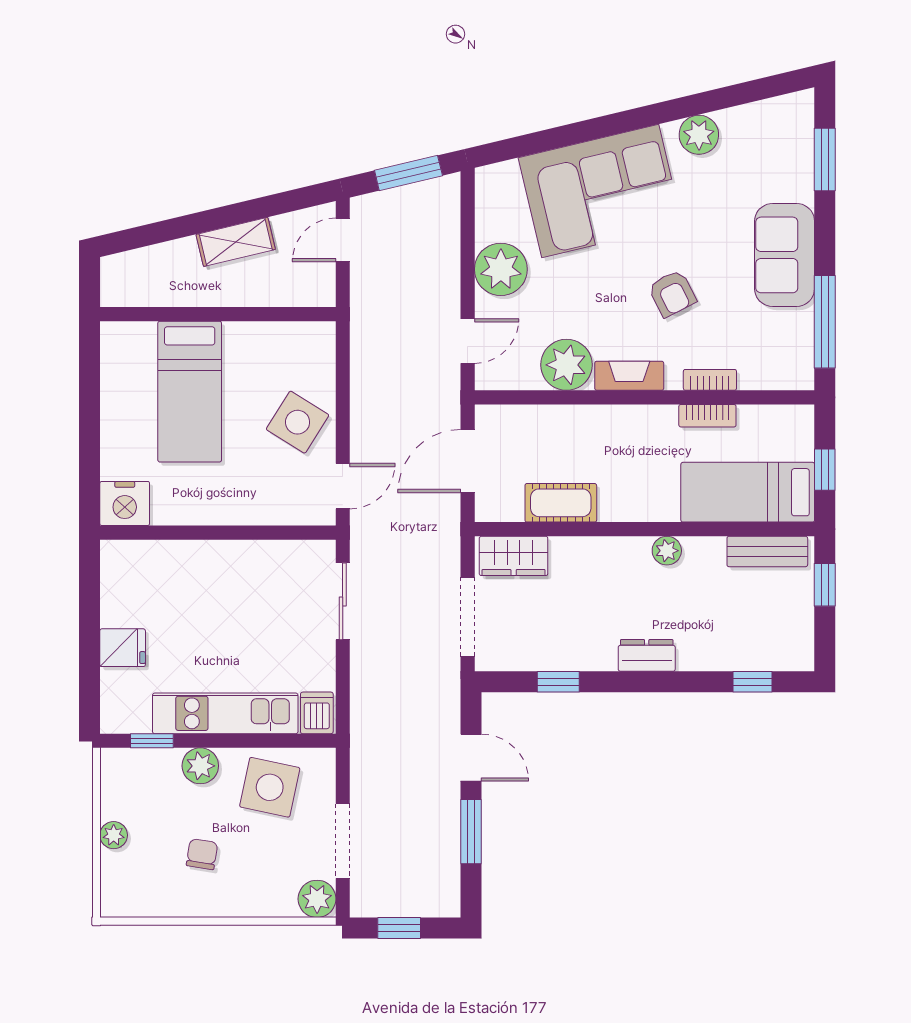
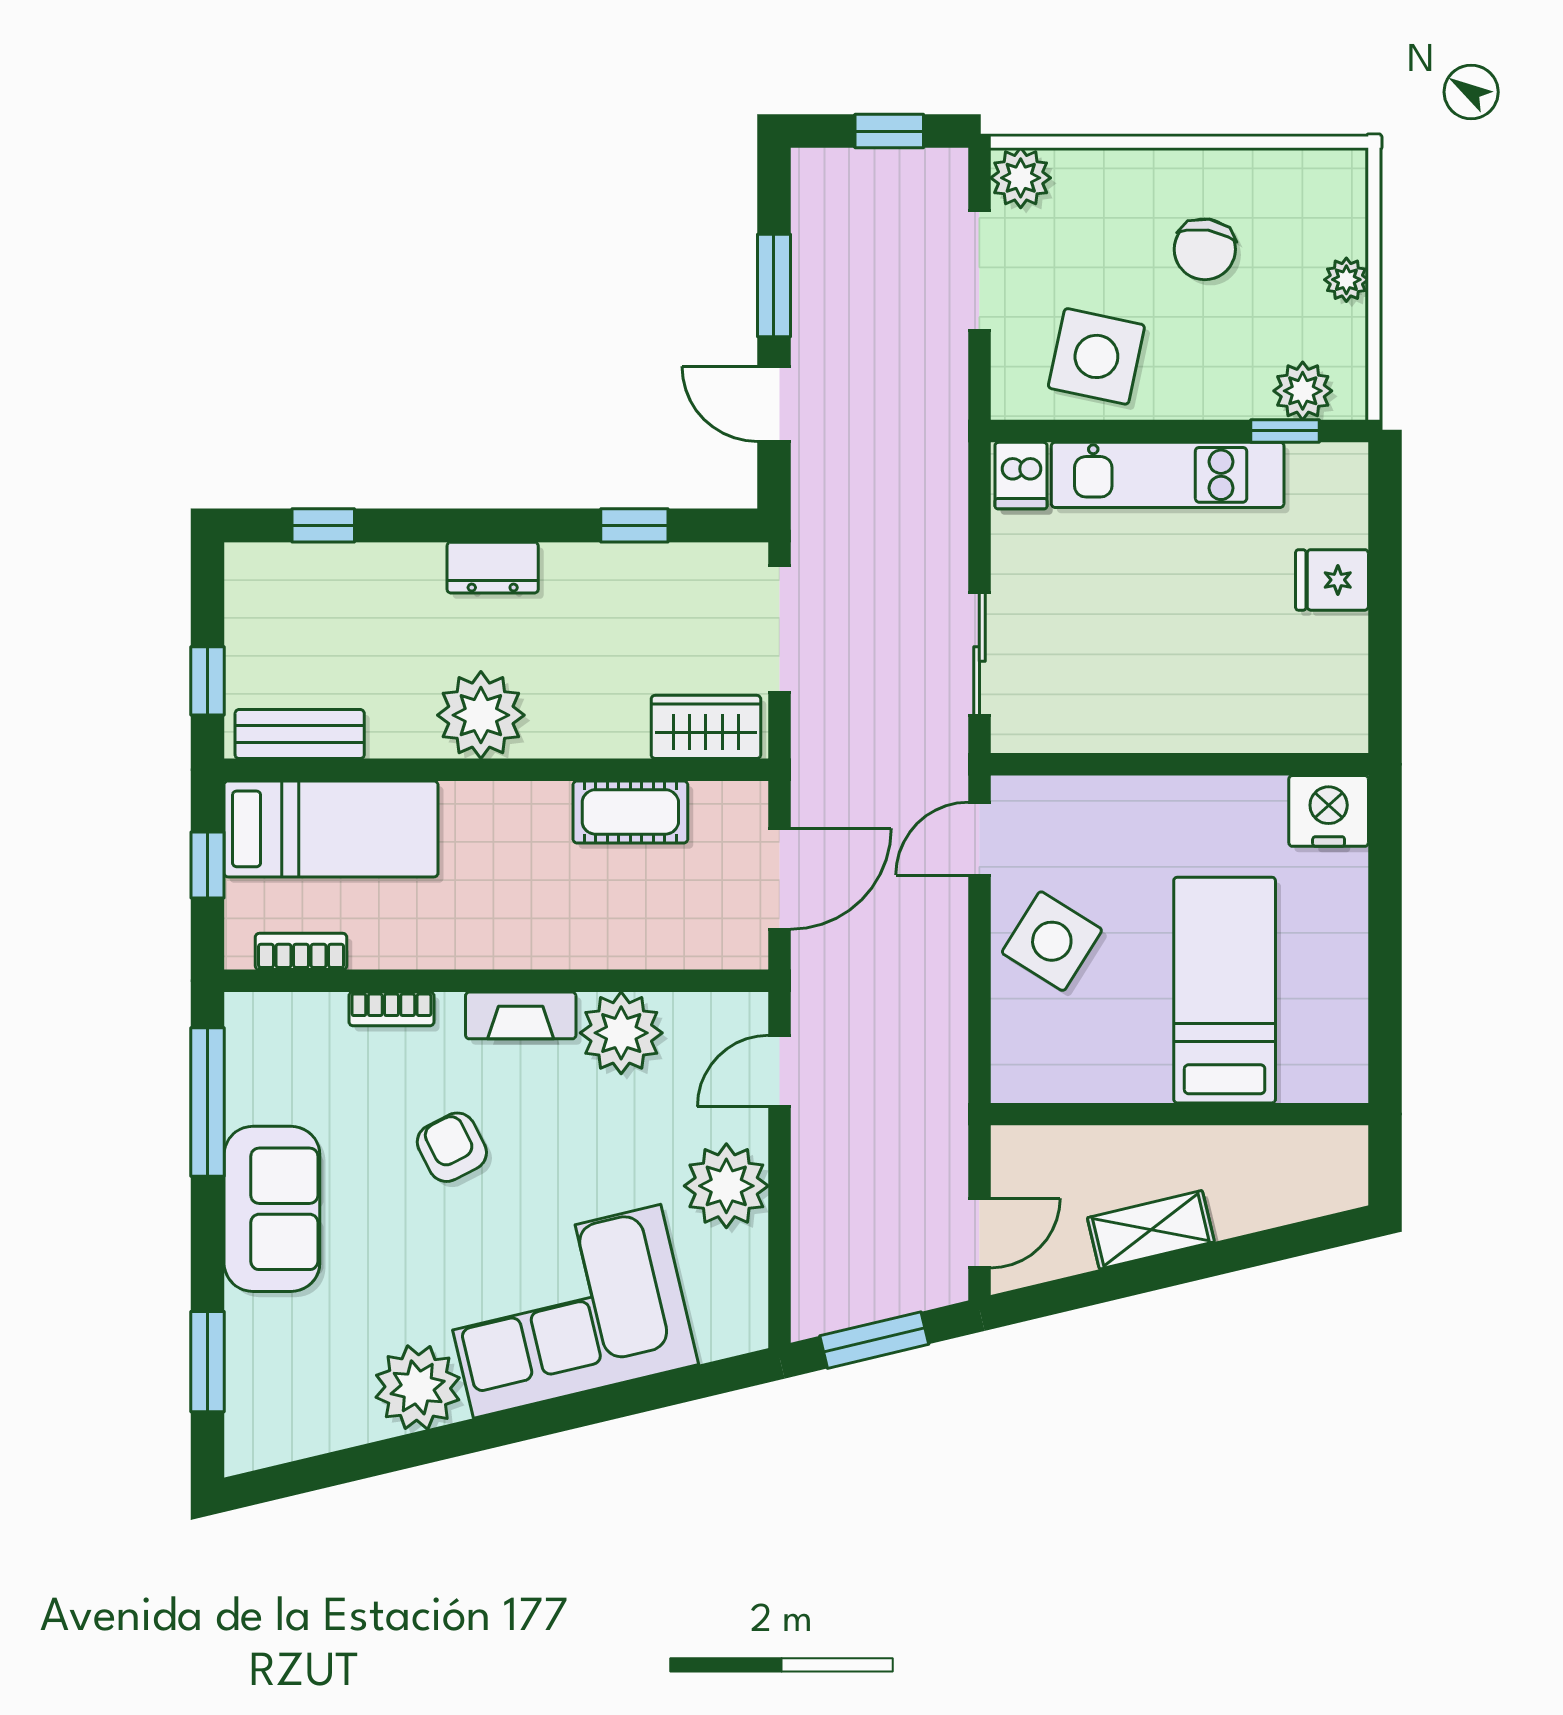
plant: (699, 135) -> (418, 1387), width x1.36, depth x1.36
bookcase: (707, 416) -> (301, 951), moved
plant: (667, 551) -> (481, 715), width x1.88, depth x1.88
plant: (200, 766) -> (1303, 391), moved
chair: (202, 854) -> (1205, 249), width x1.37, depth x1.37

